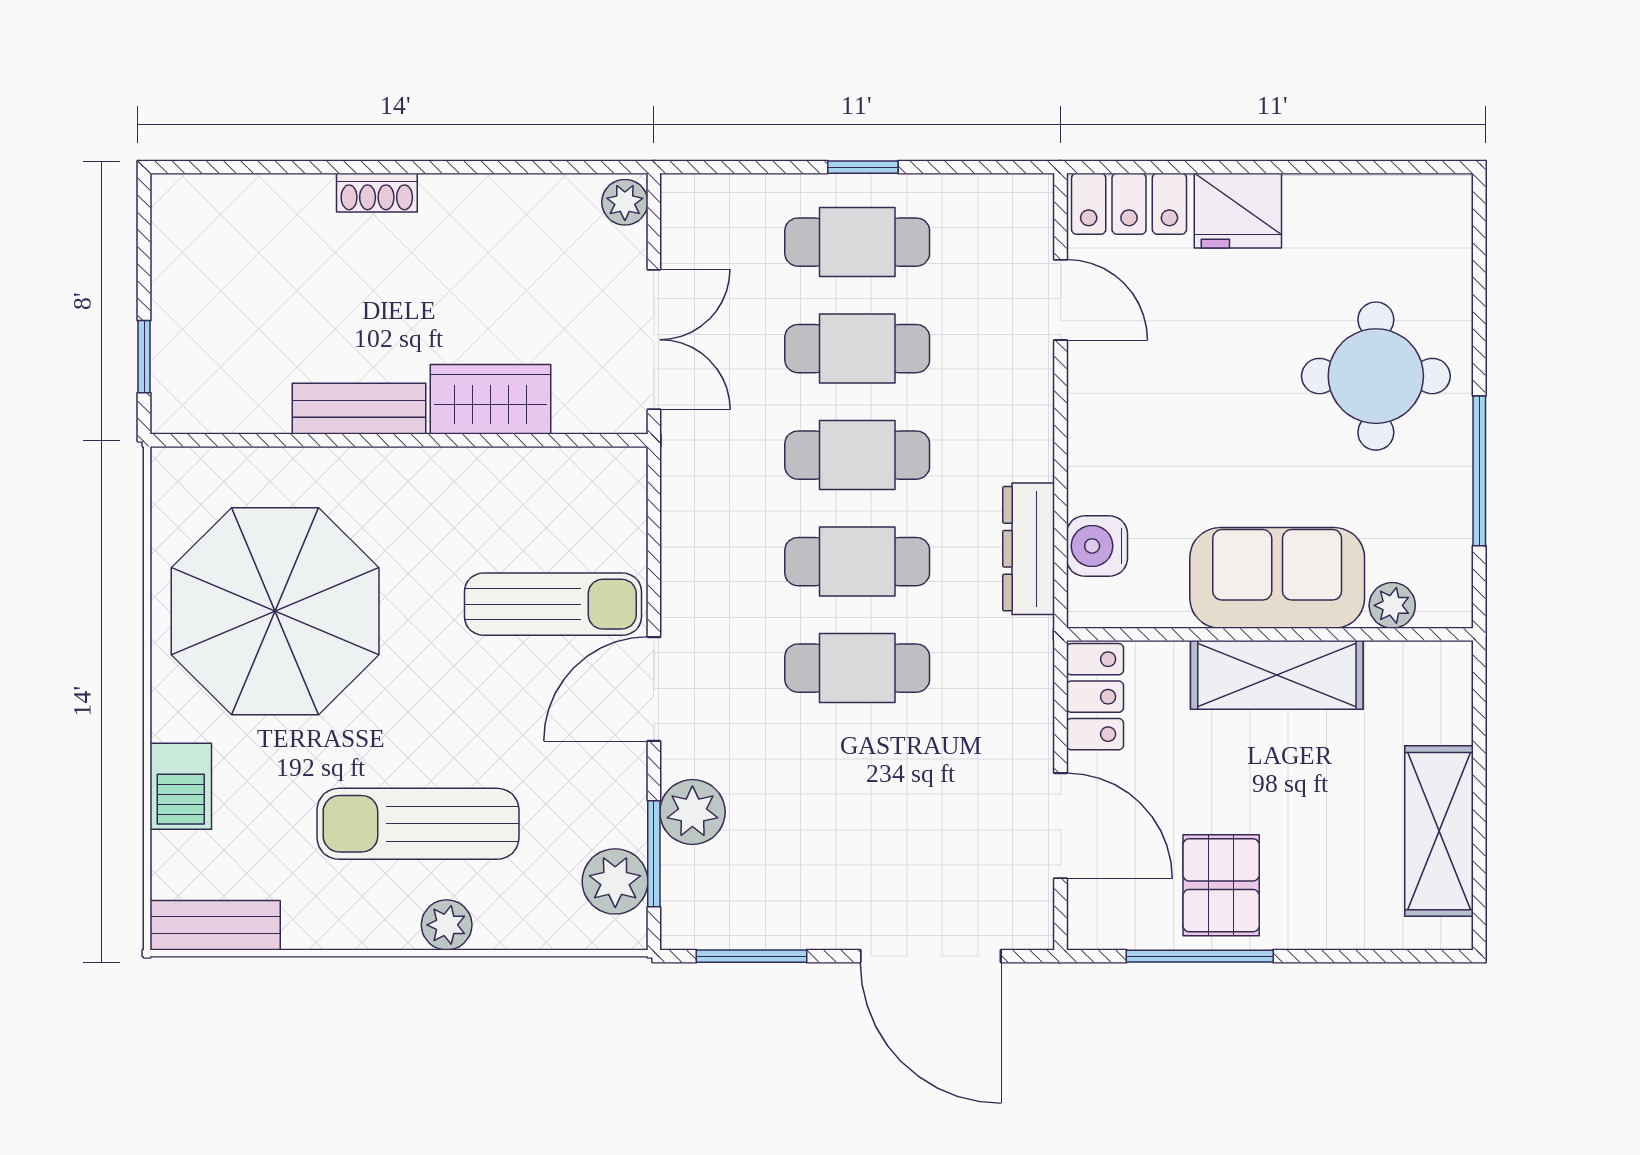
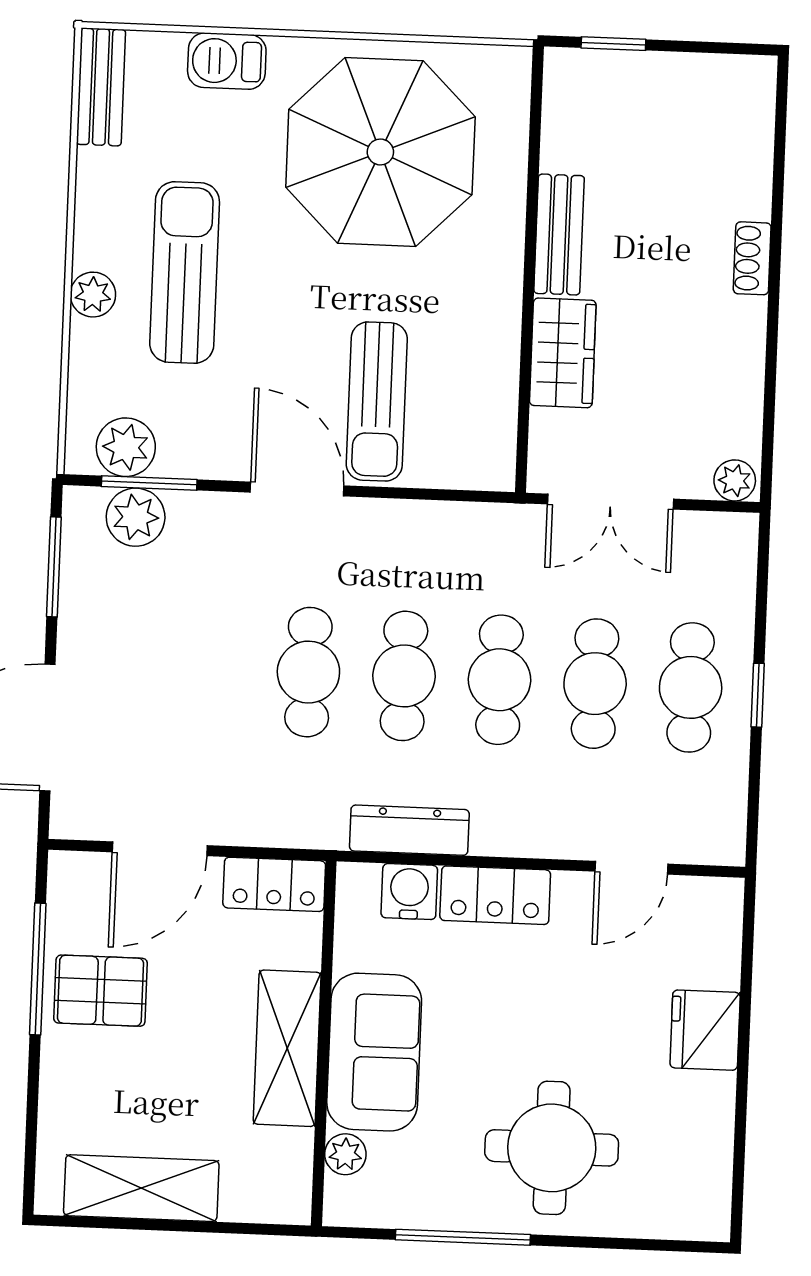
locker: (1129, 204) -> (495, 895), moved, turned -90
plant: (692, 812) -> (136, 517), moved

